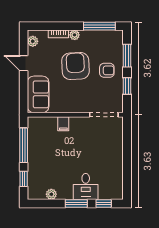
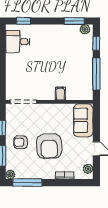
plant: (75, 35) -> (10, 174), moved
desk: (86, 186) -> (18, 42), moved, turned -90
plant: (51, 194) -> (85, 29), moved
window: (76, 203) -> (74, 21), moved

